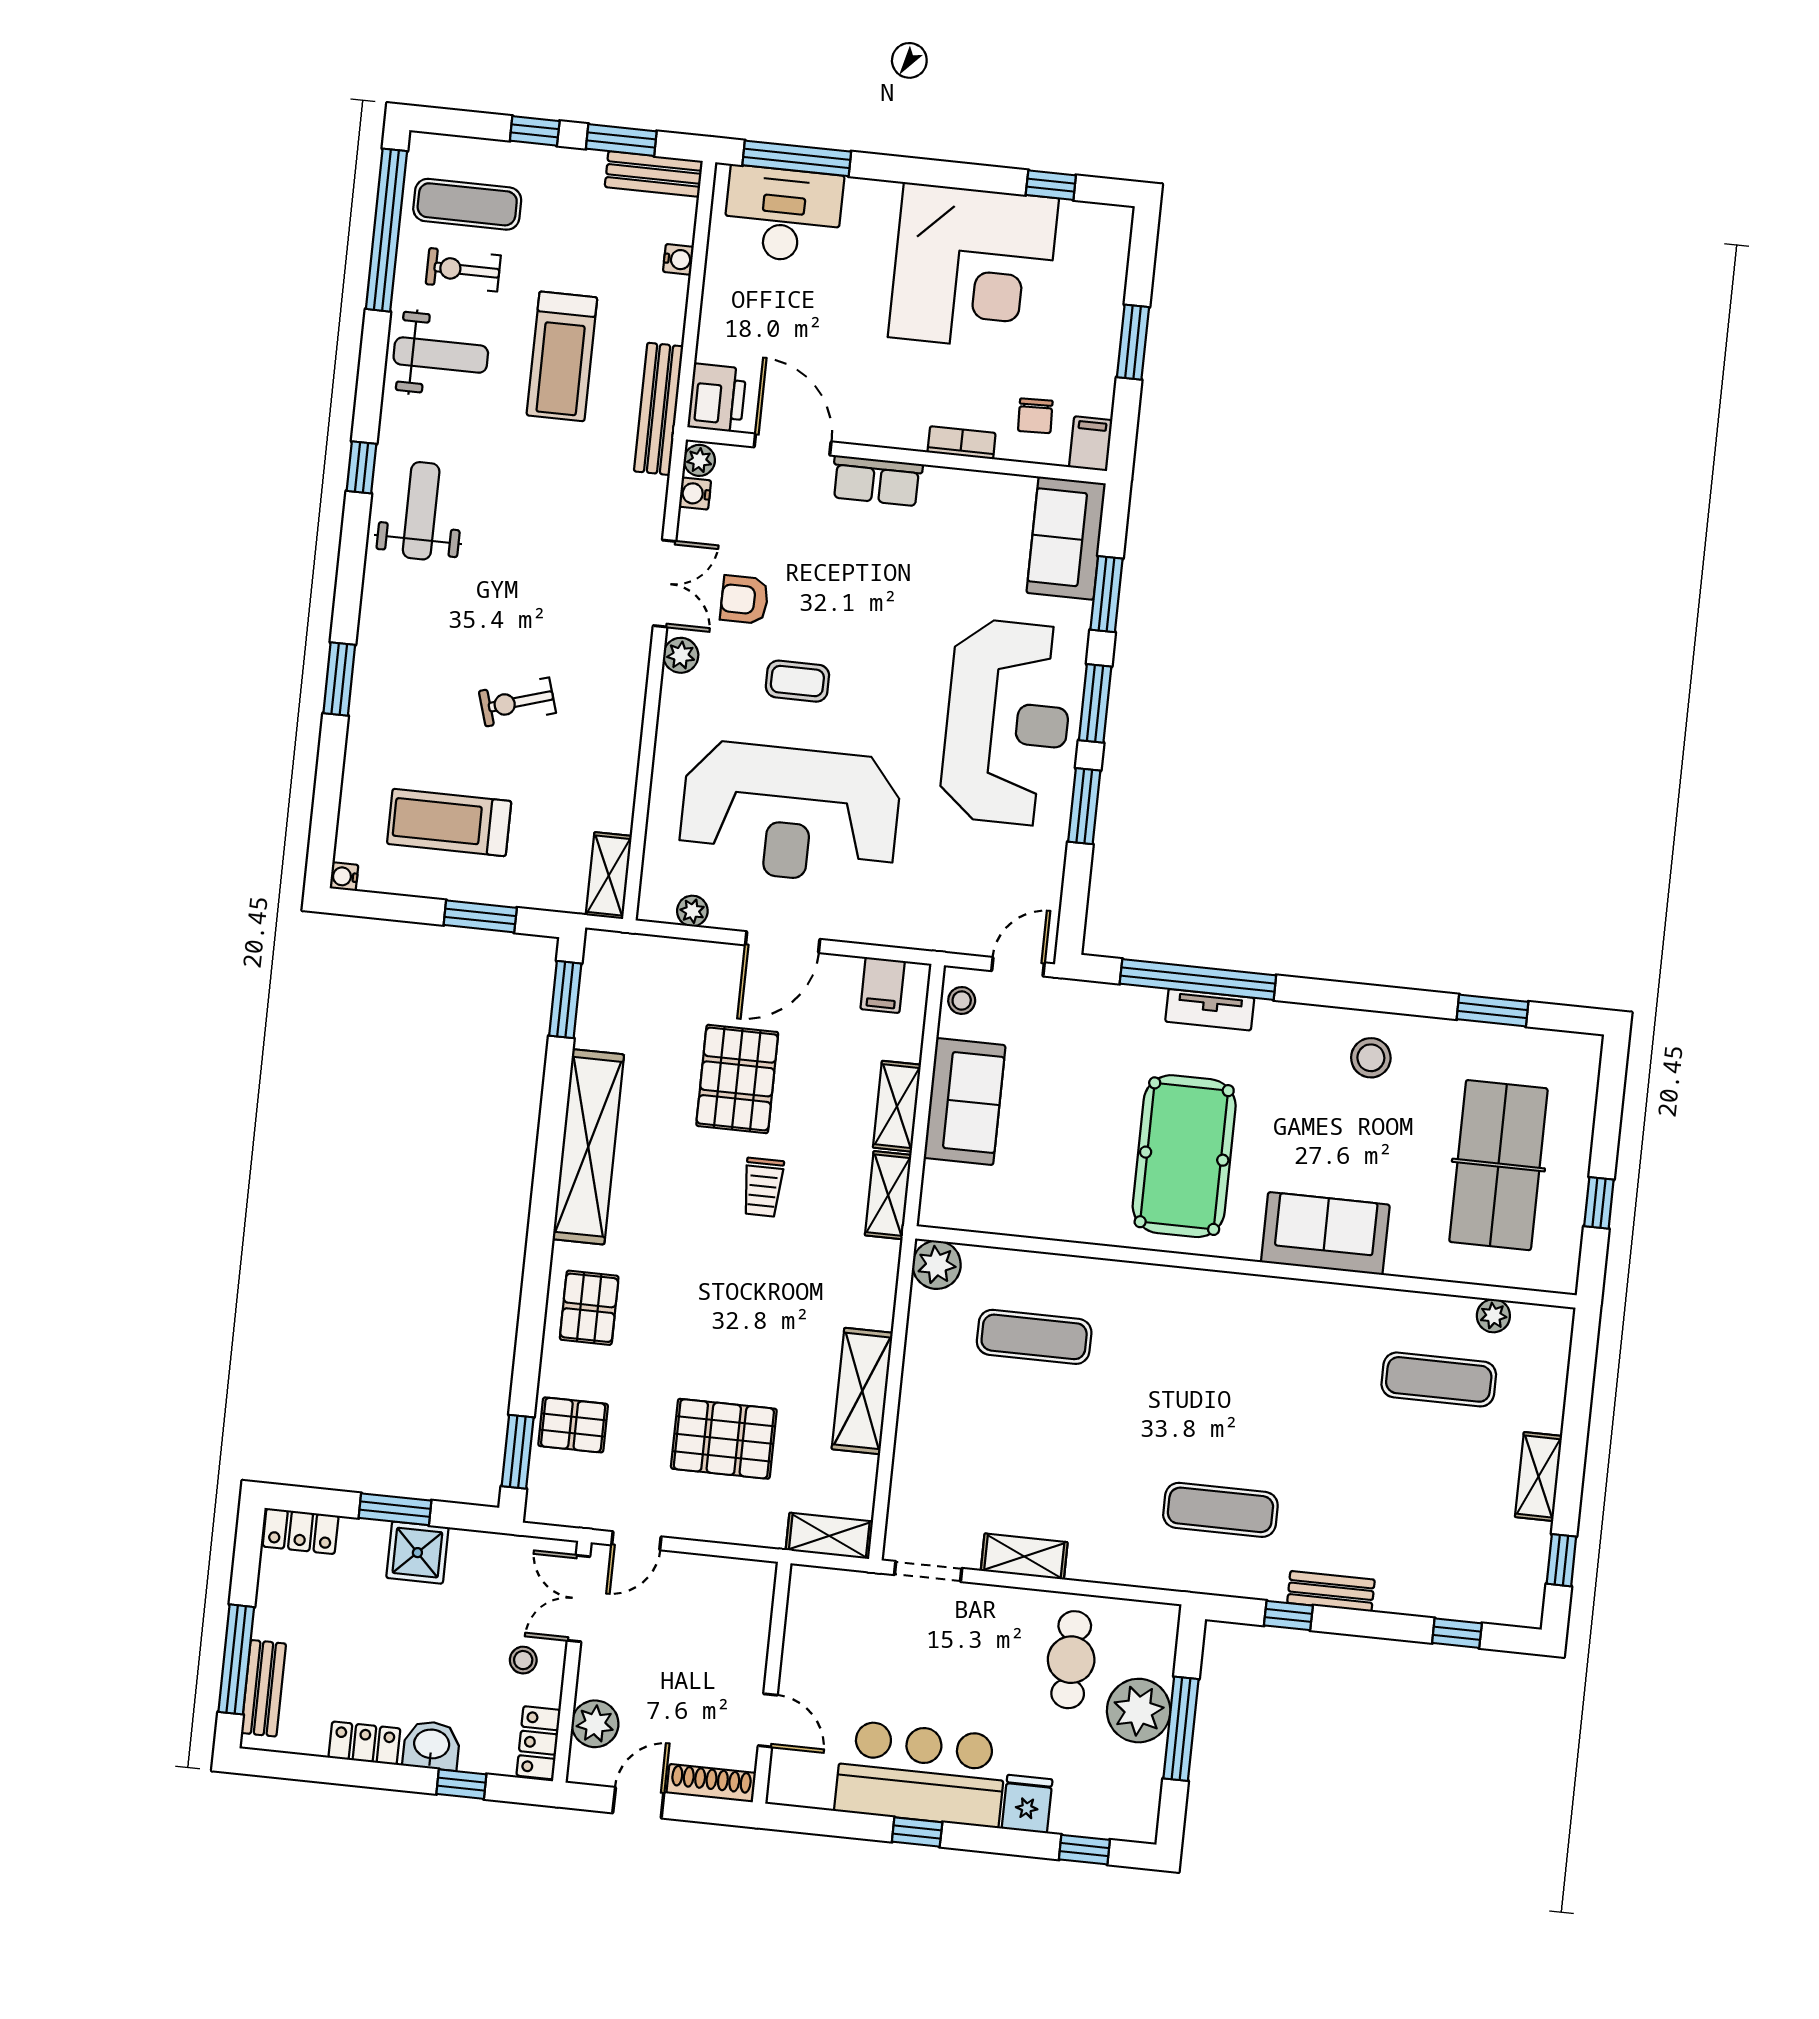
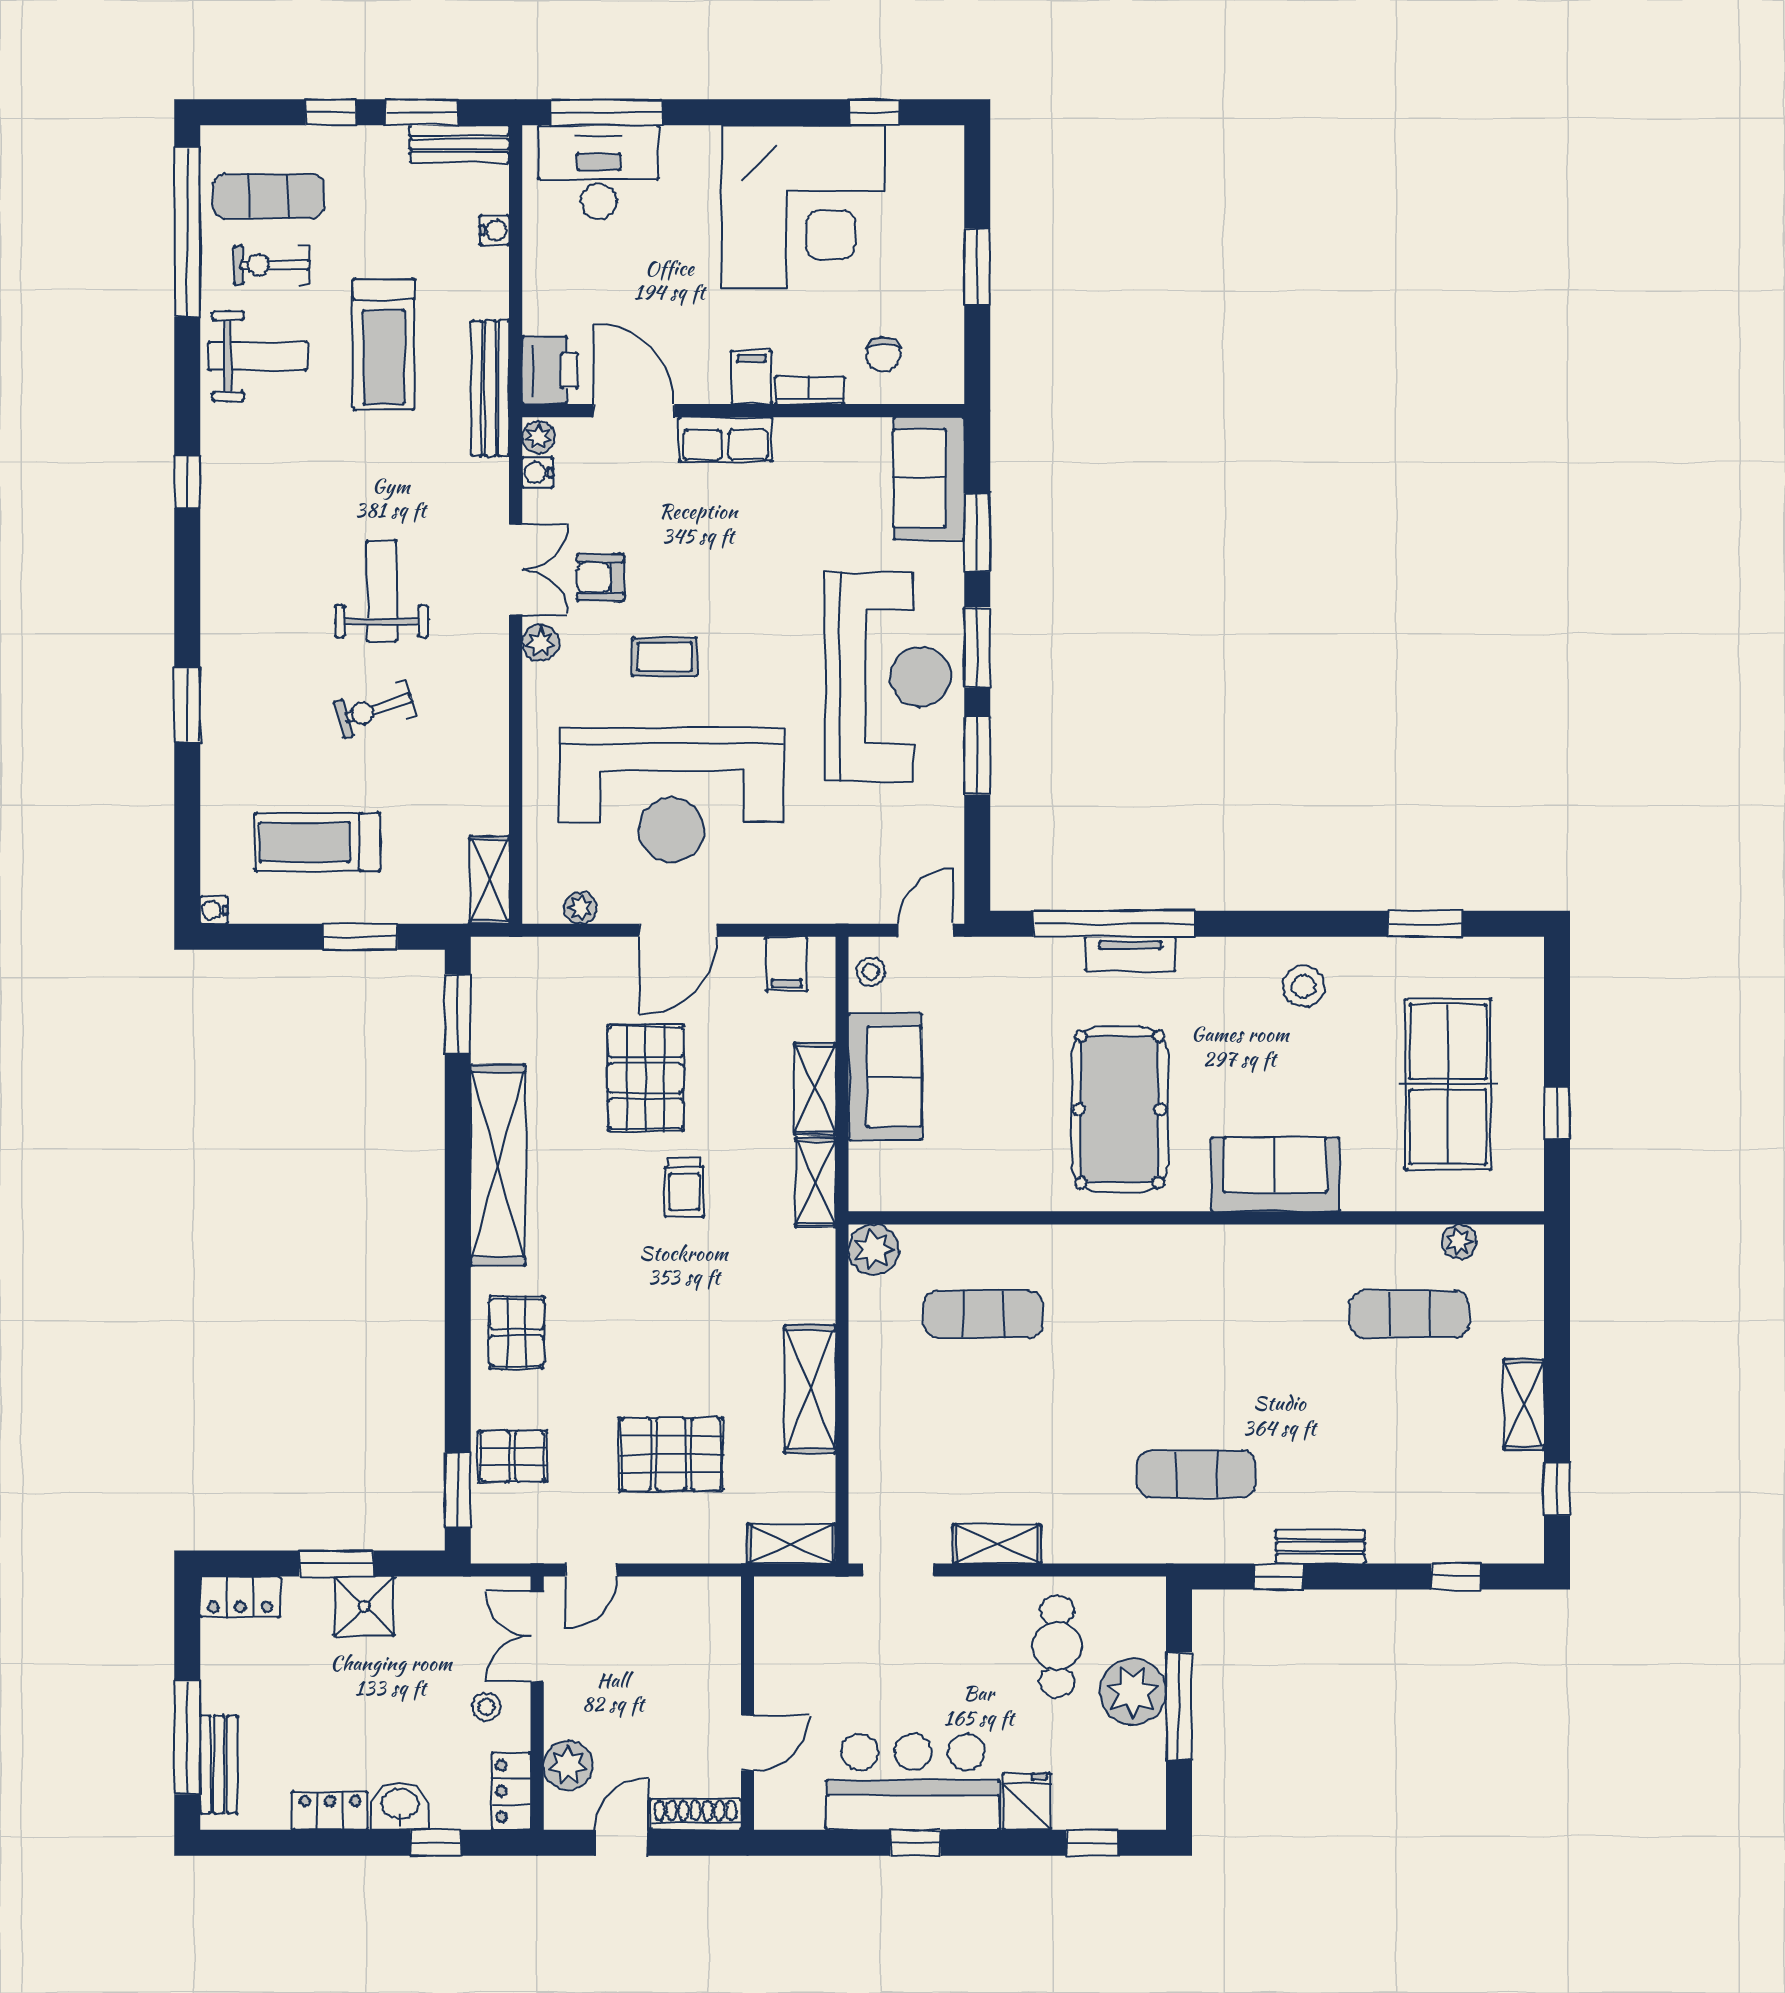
filing cabinet: (1091, 444) -> (751, 377), moved
weight bench: (421, 511) -> (382, 591), moved
door: (768, 1720) -> (748, 1743), hinge flipped

